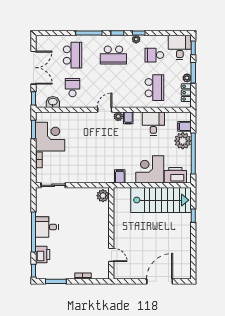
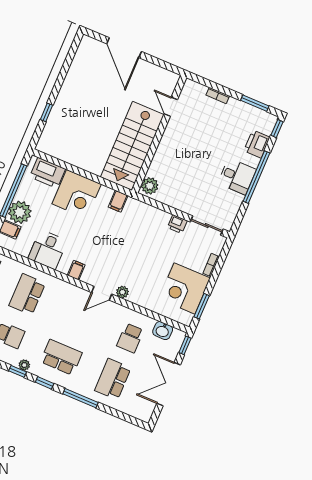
plant: (118, 116) -> (122, 292), moved
printer: (73, 178) -> (177, 224), added
stairs: (161, 200) -> (132, 146), moved, turned -90
door: (160, 281) -> (124, 48), hinge flipped

